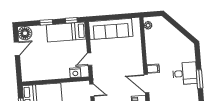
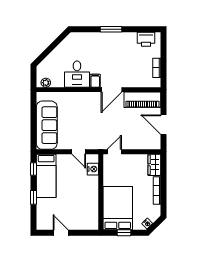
floor lamp: (25, 33) -> (44, 222), removed
desk: (185, 73) -> (77, 74), moved, turned 180

